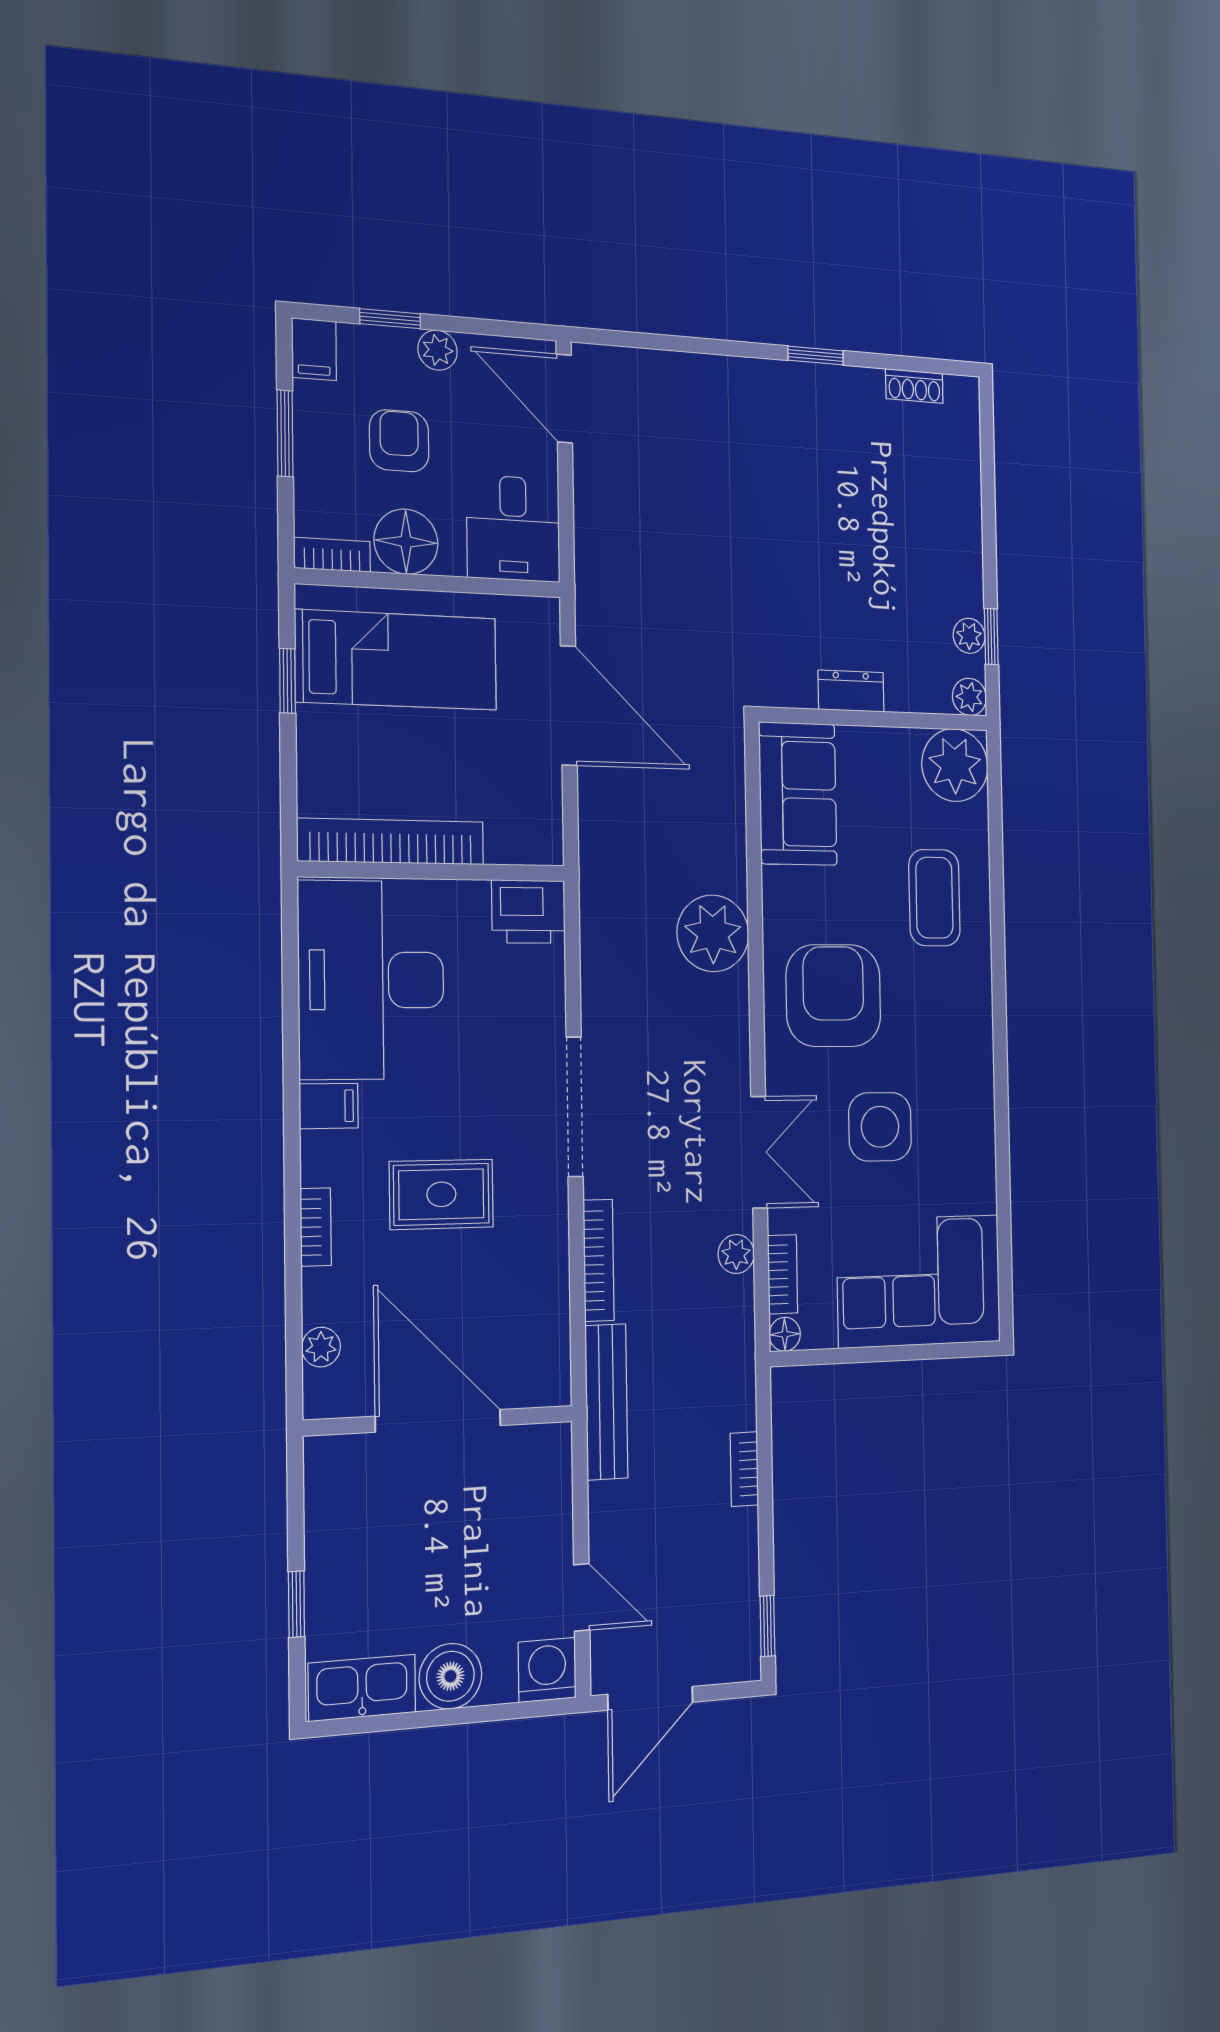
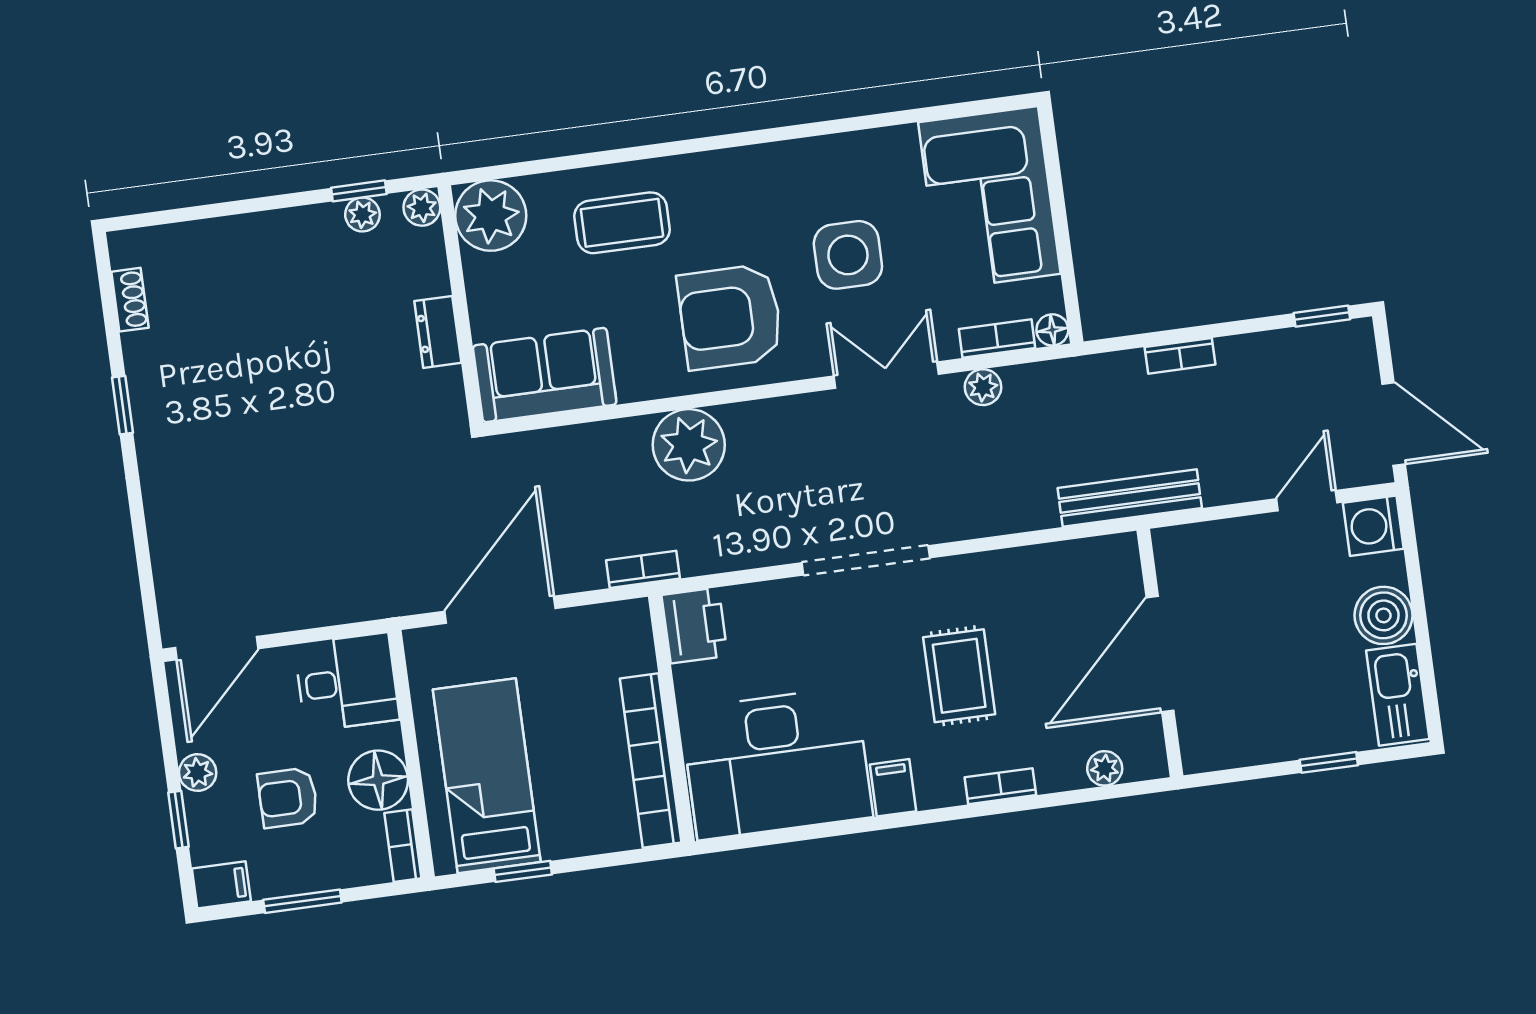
bookcase: (599, 1260) -> (643, 569), moved, width x0.64

